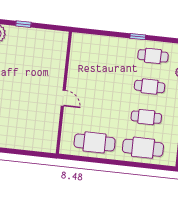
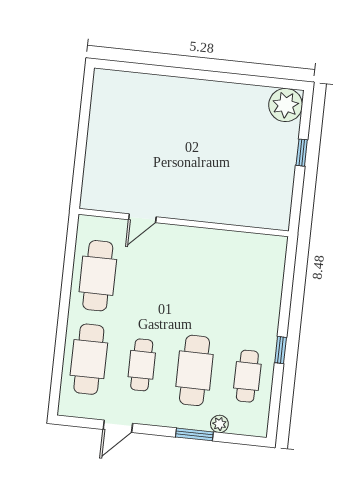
cafe table: (150, 86) -> (195, 370), width x1.37, depth x1.35
door: (63, 98) -> (142, 218), moved

